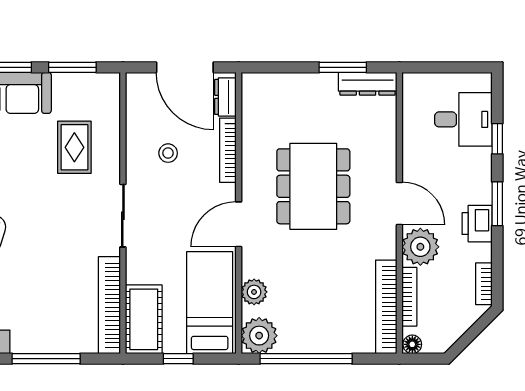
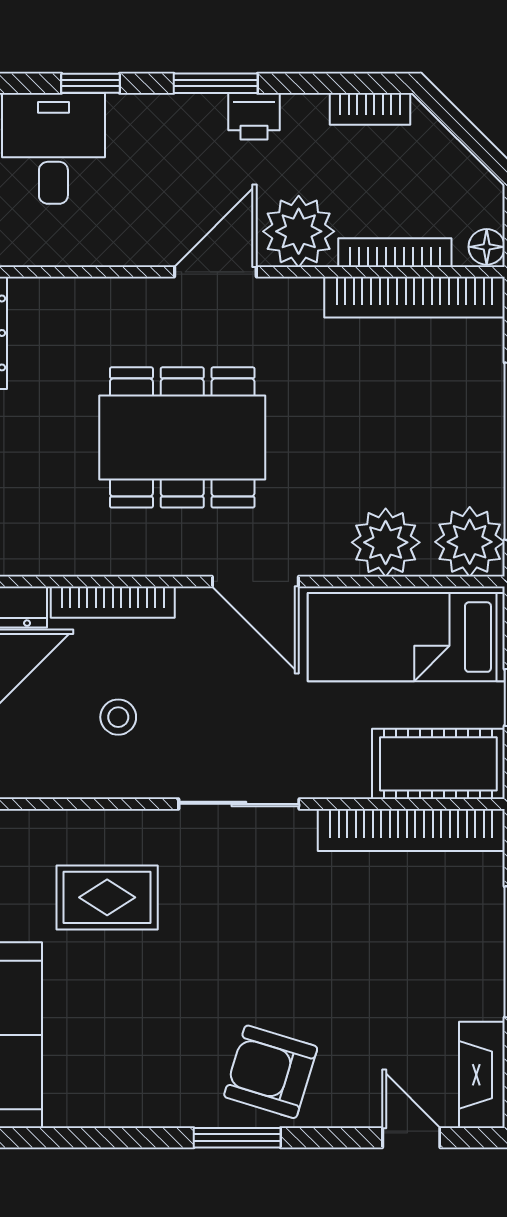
printer: (477, 224) -> (254, 116), width x0.73, depth x0.81
plant: (254, 292) -> (386, 542), width x1.36, depth x1.36

